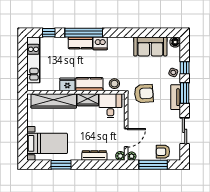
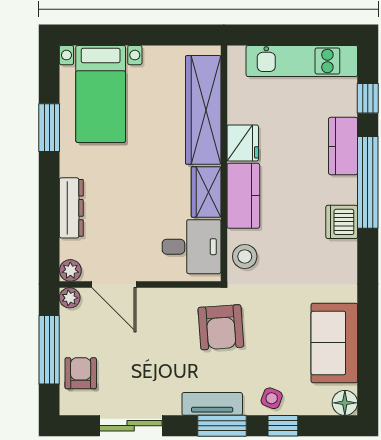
kitchen counter: (80, 43) -> (343, 146), moved

